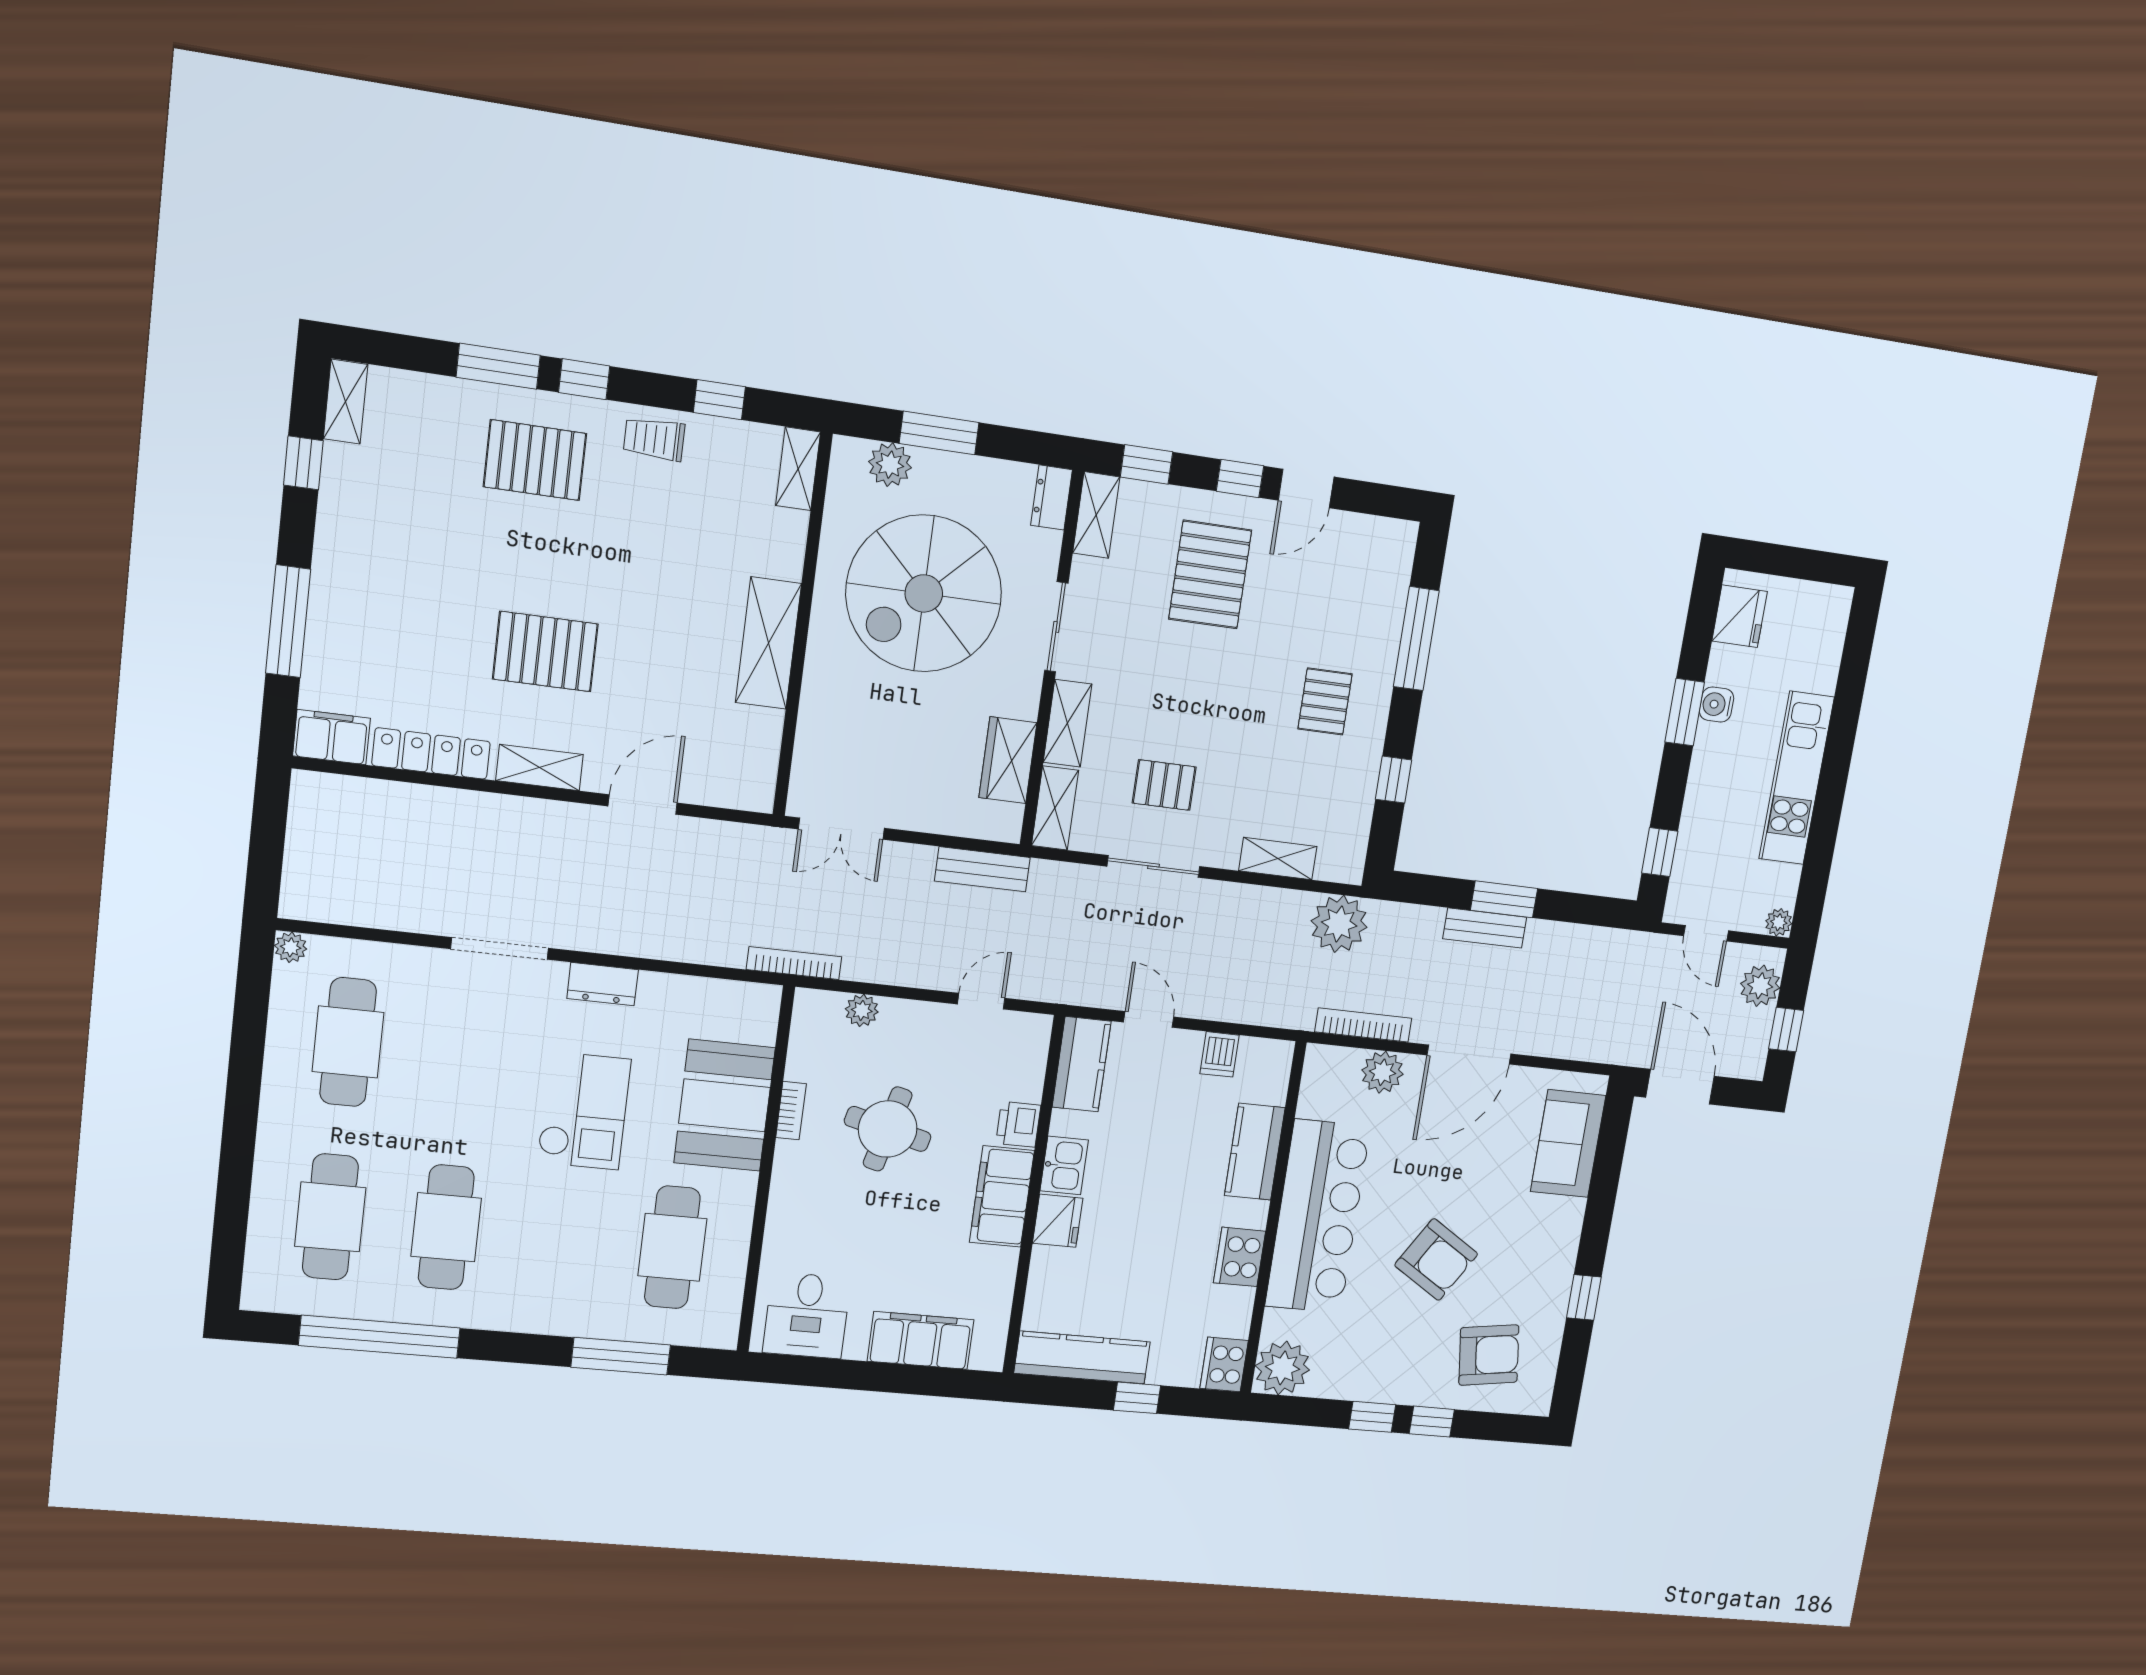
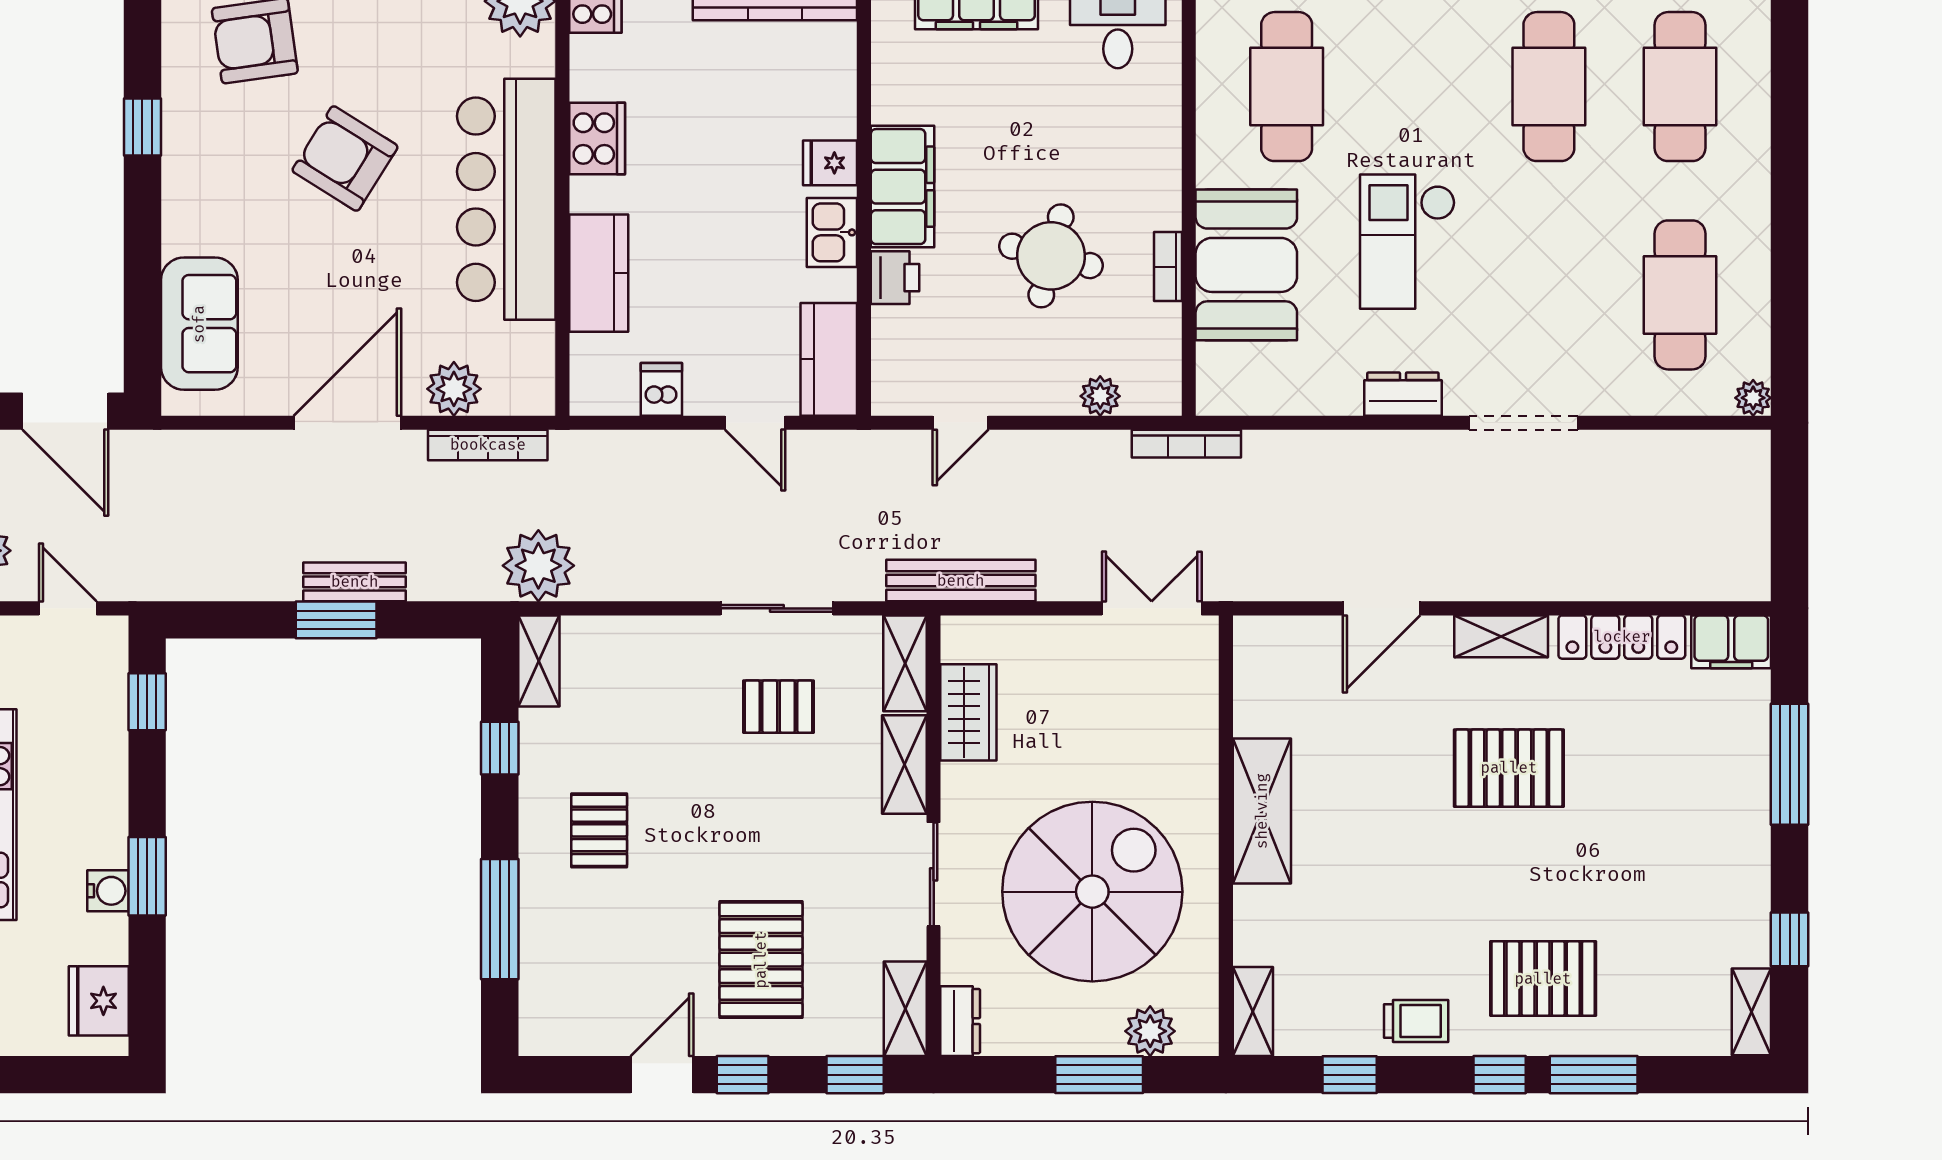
shelving: (1278, 859) -> (539, 661), moved, turned 90
bench: (982, 869) -> (961, 581), width x1.36
fridge: (1058, 1221) -> (830, 163), width x0.72

